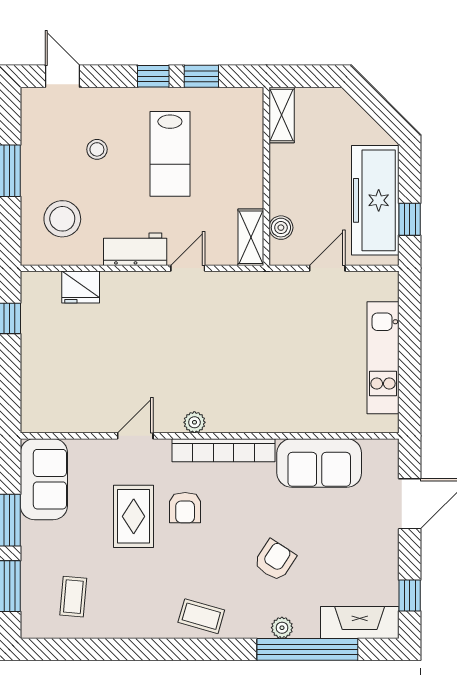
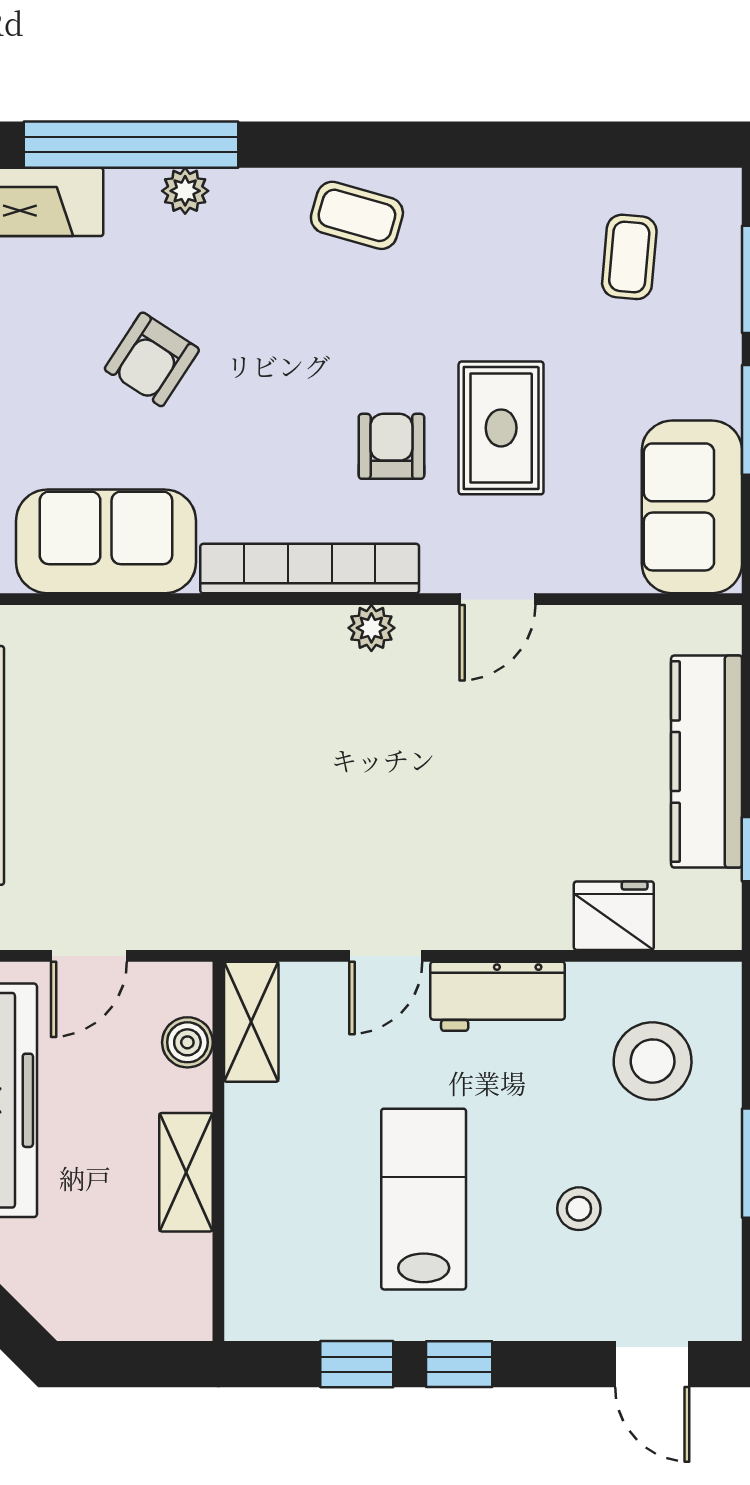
shelving: (282, 115) -> (186, 1172), moved
kitchen counter: (37, 360) -> (707, 762), added
armchair: (275, 560) -> (152, 359), moved

